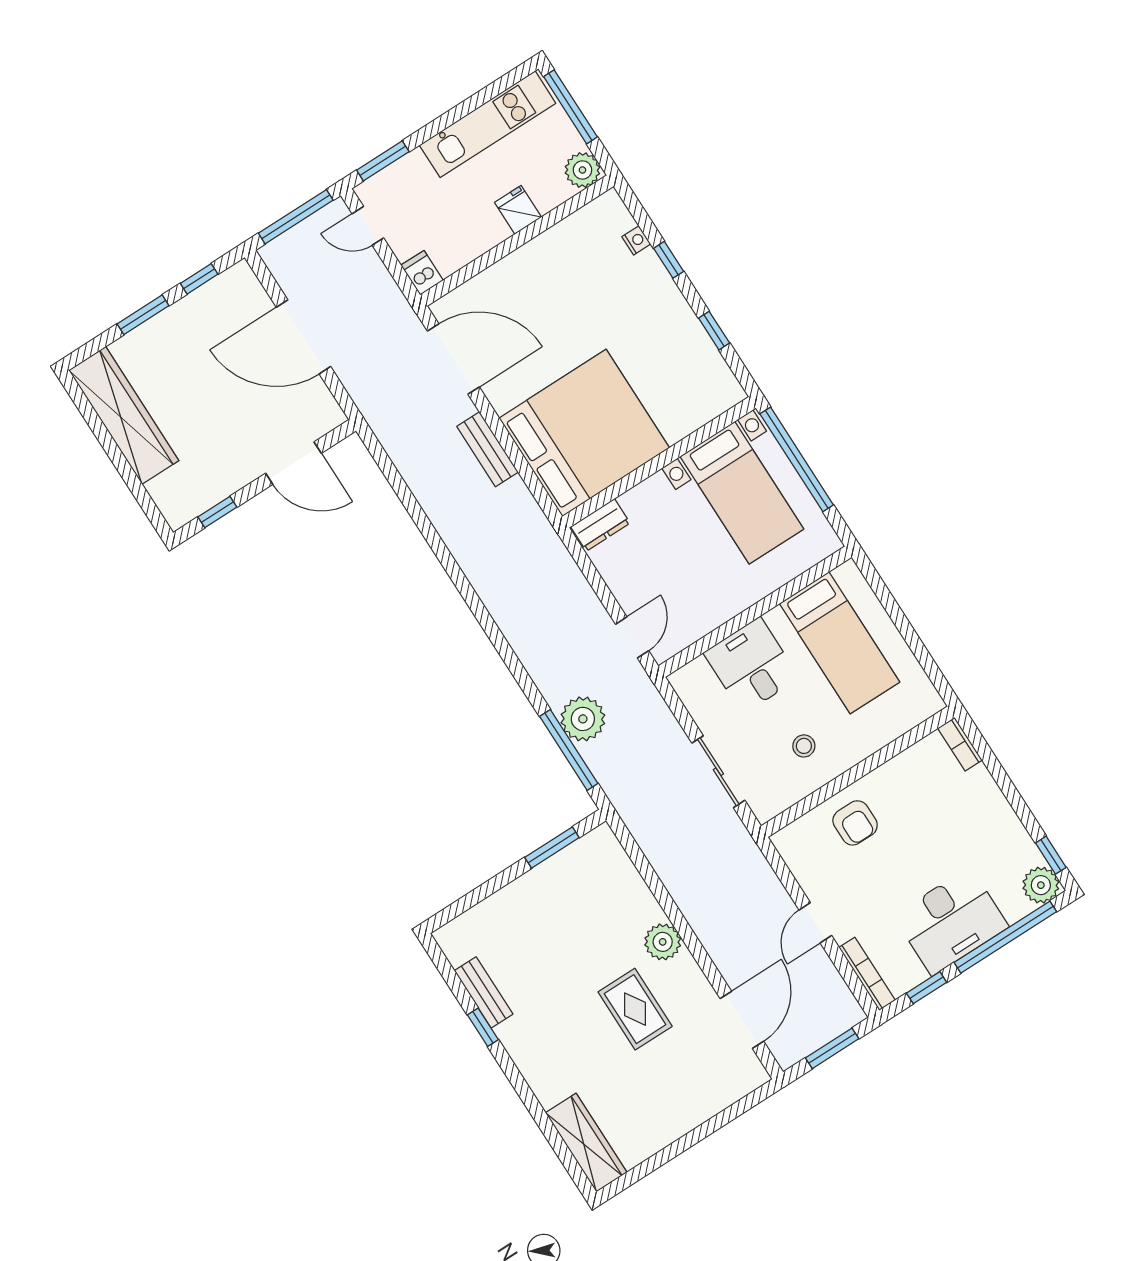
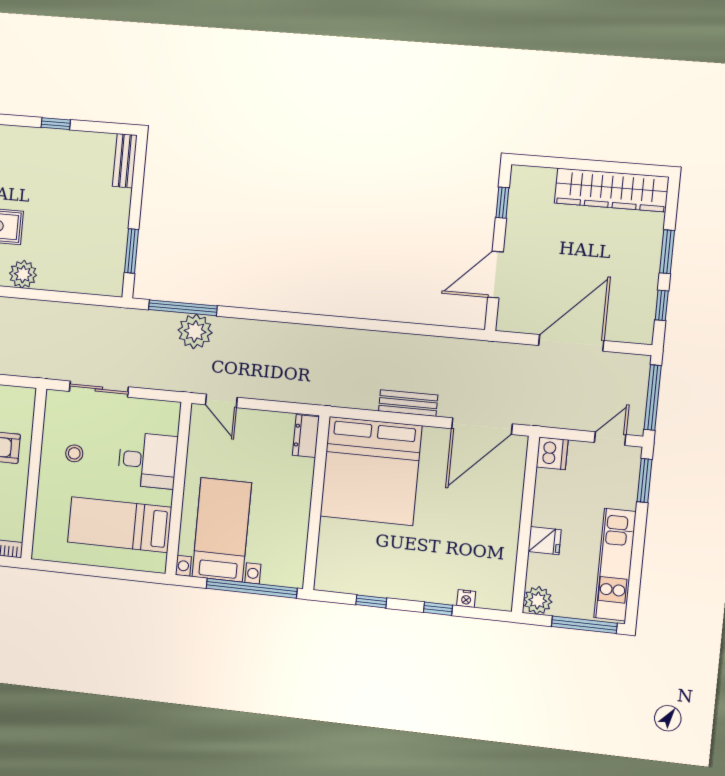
dishwasher: (422, 273) -> (552, 453), width x1.38
bed with nightstands: (742, 493) -> (222, 530), moved, turned 90
bench: (484, 992) -> (125, 161), moved, turned 90

